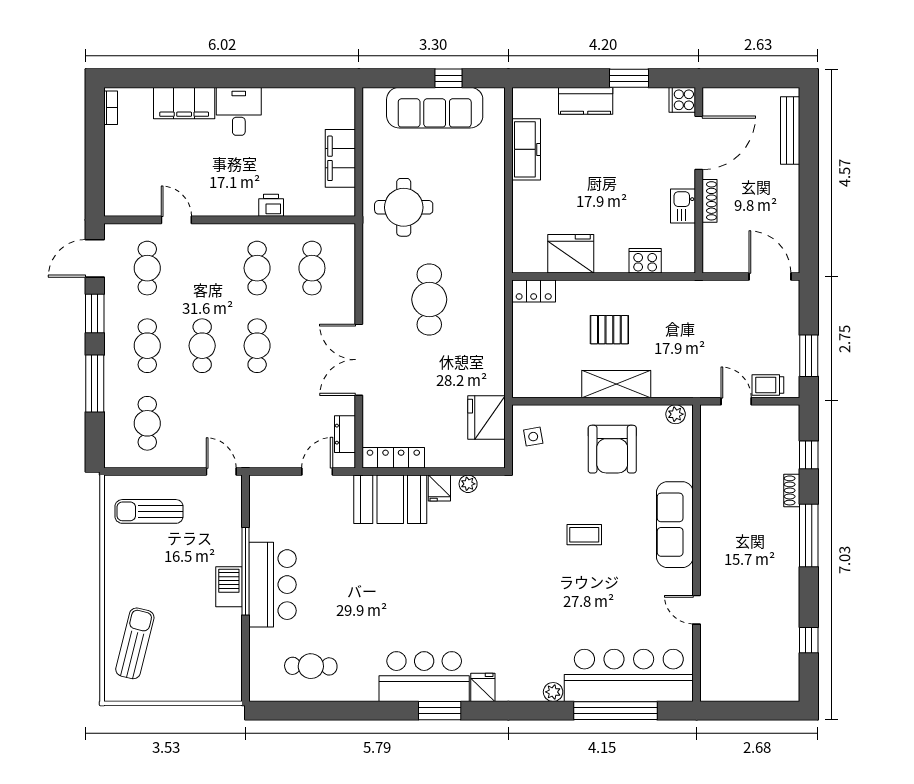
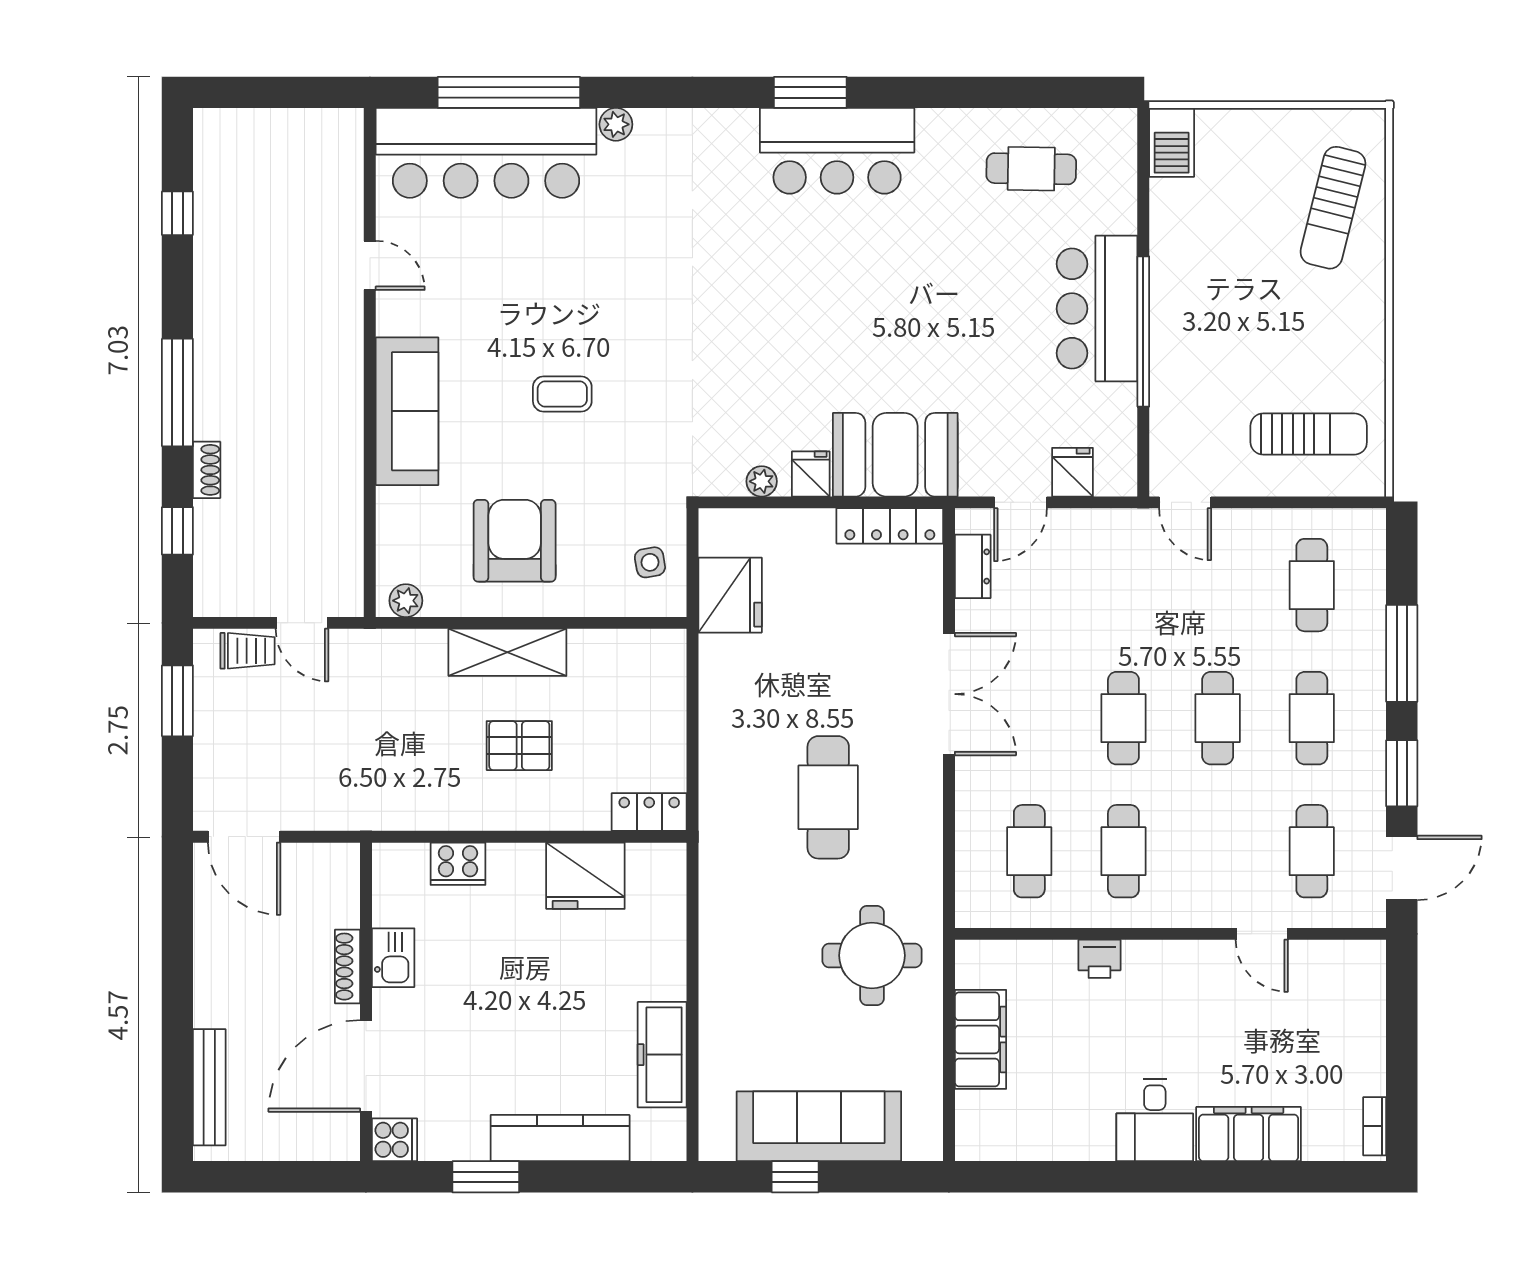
kitchen counter: (586, 101) -> (560, 1138), width x1.50
barbecue: (229, 587) -> (1172, 142), moved
fridge: (483, 687) -> (1073, 472), moved, turned 180

